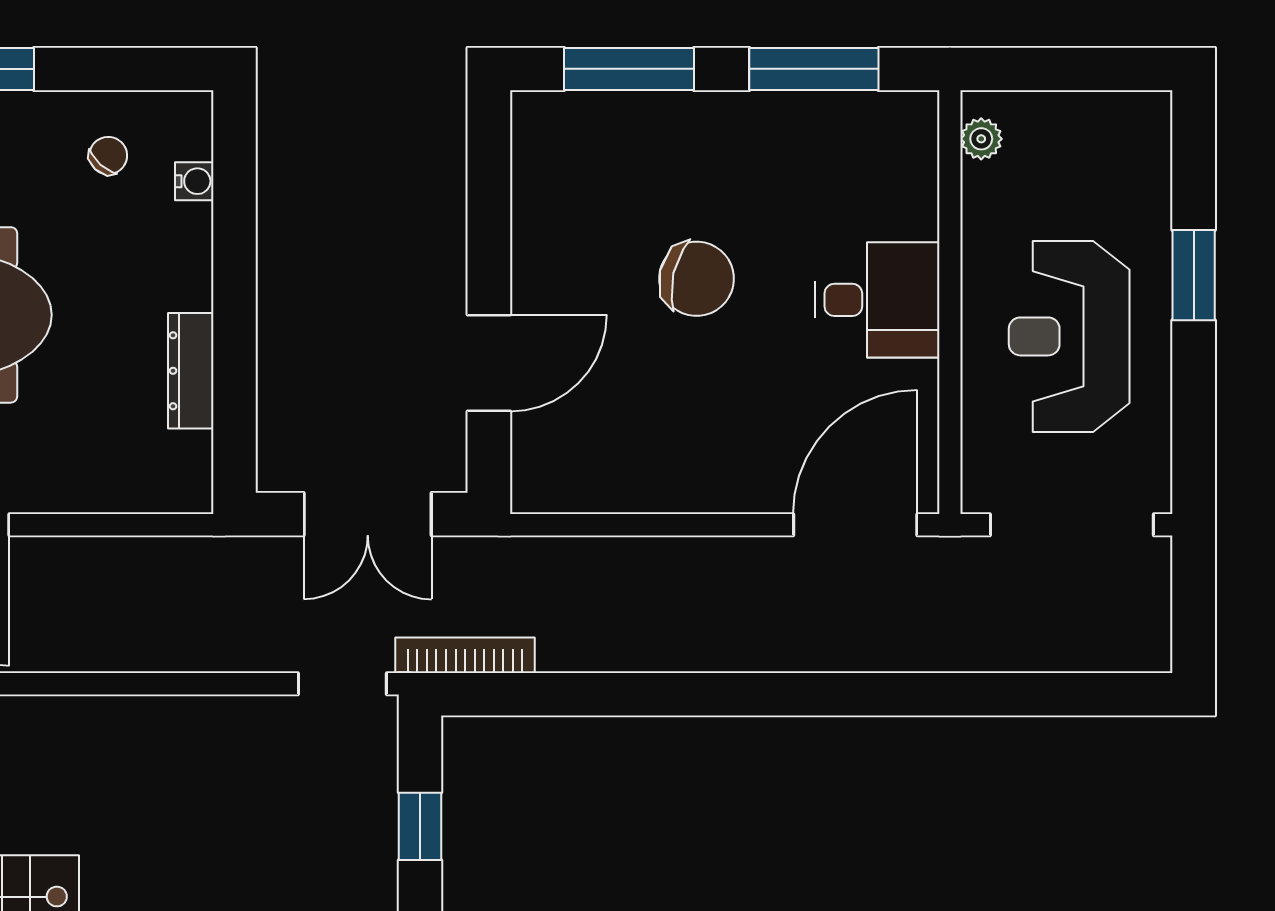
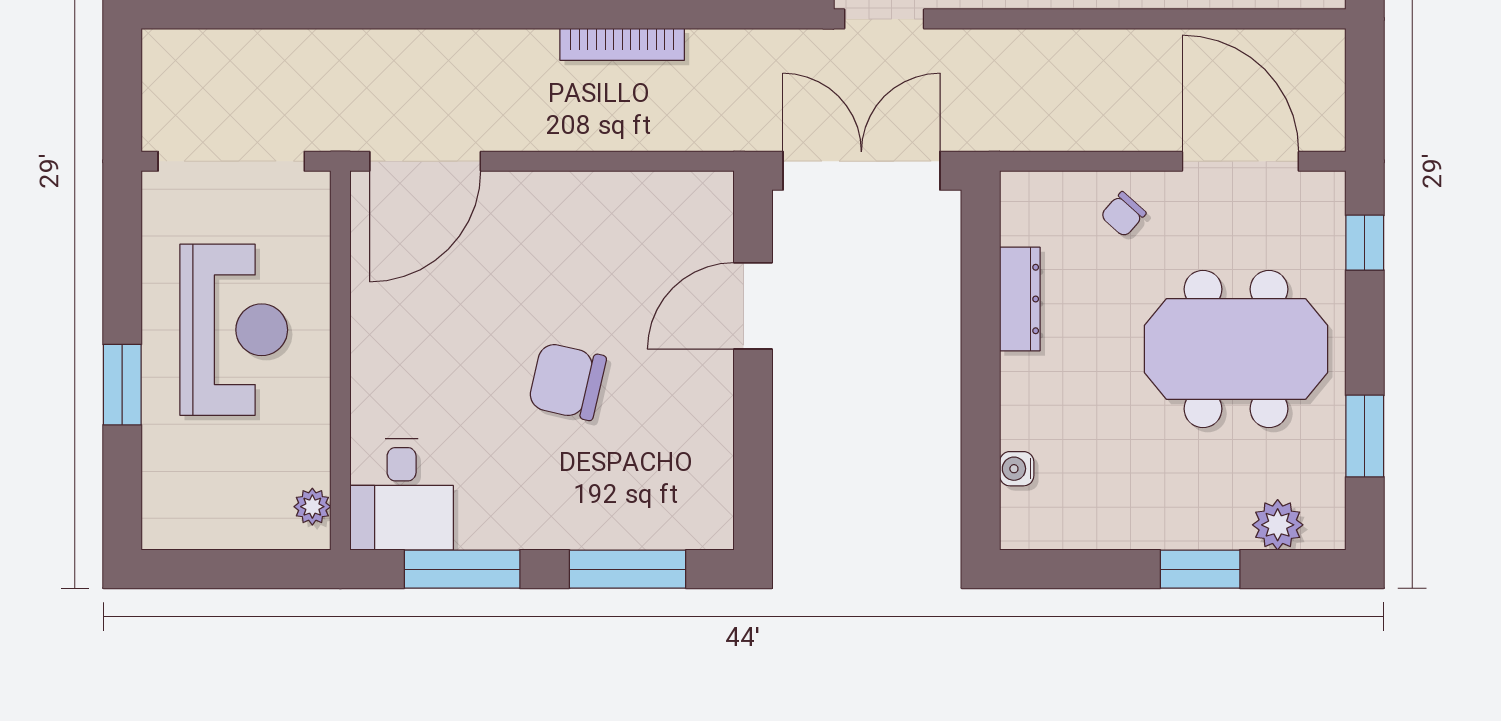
chair: (108, 156) -> (1123, 214), moved
desk: (877, 300) -> (402, 494), moved, turned -90
double door: (368, 514) -> (861, 171), width x1.37
bookcase: (465, 655) -> (622, 44), moved

